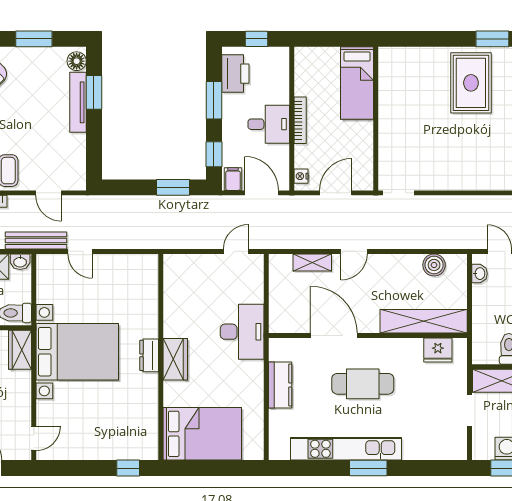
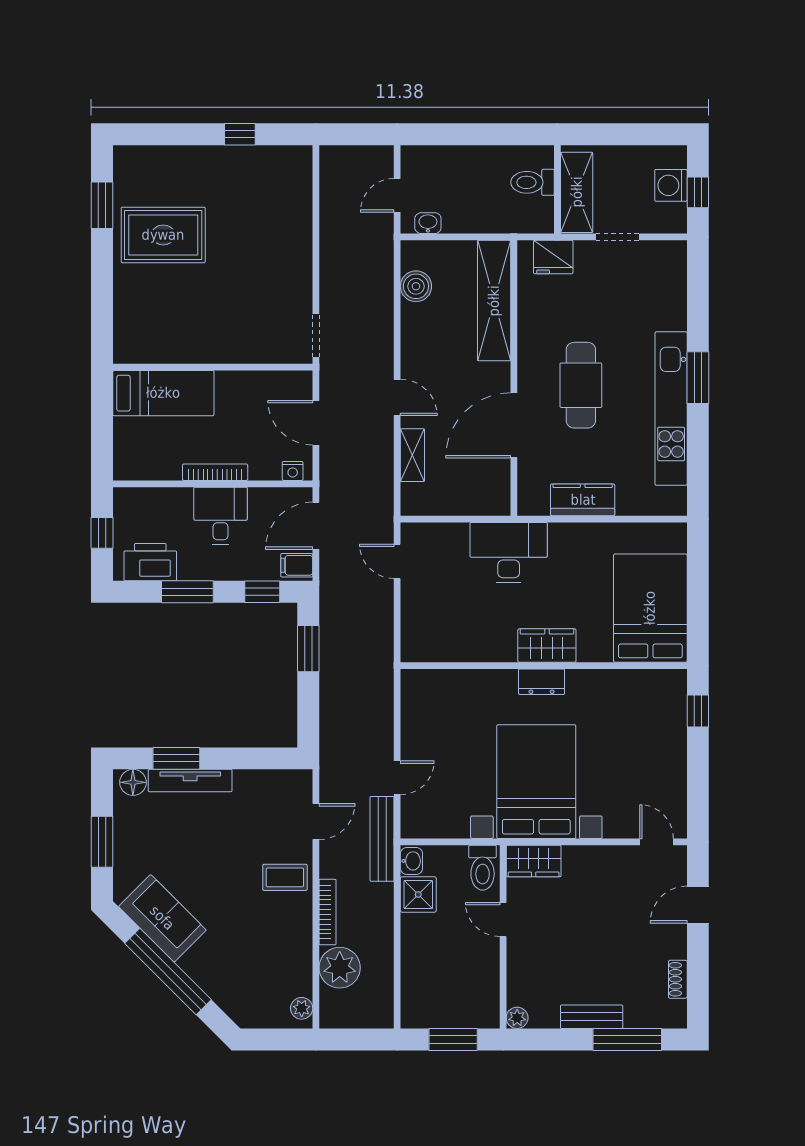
fridge: (438, 350) -> (553, 257), moved, turned 90

